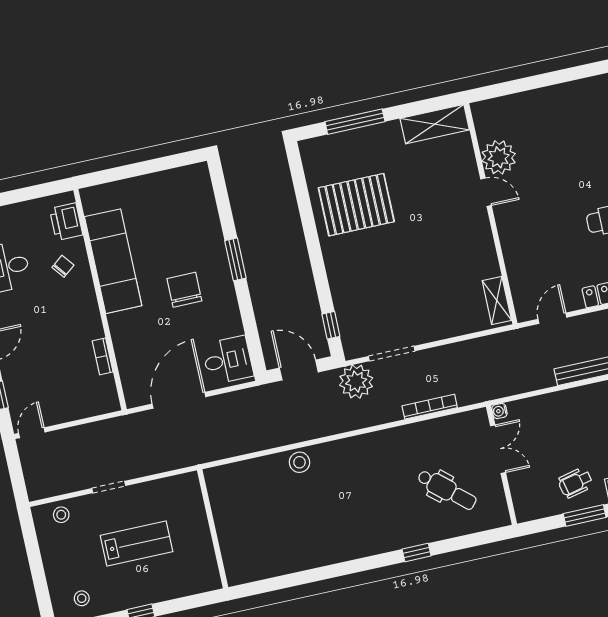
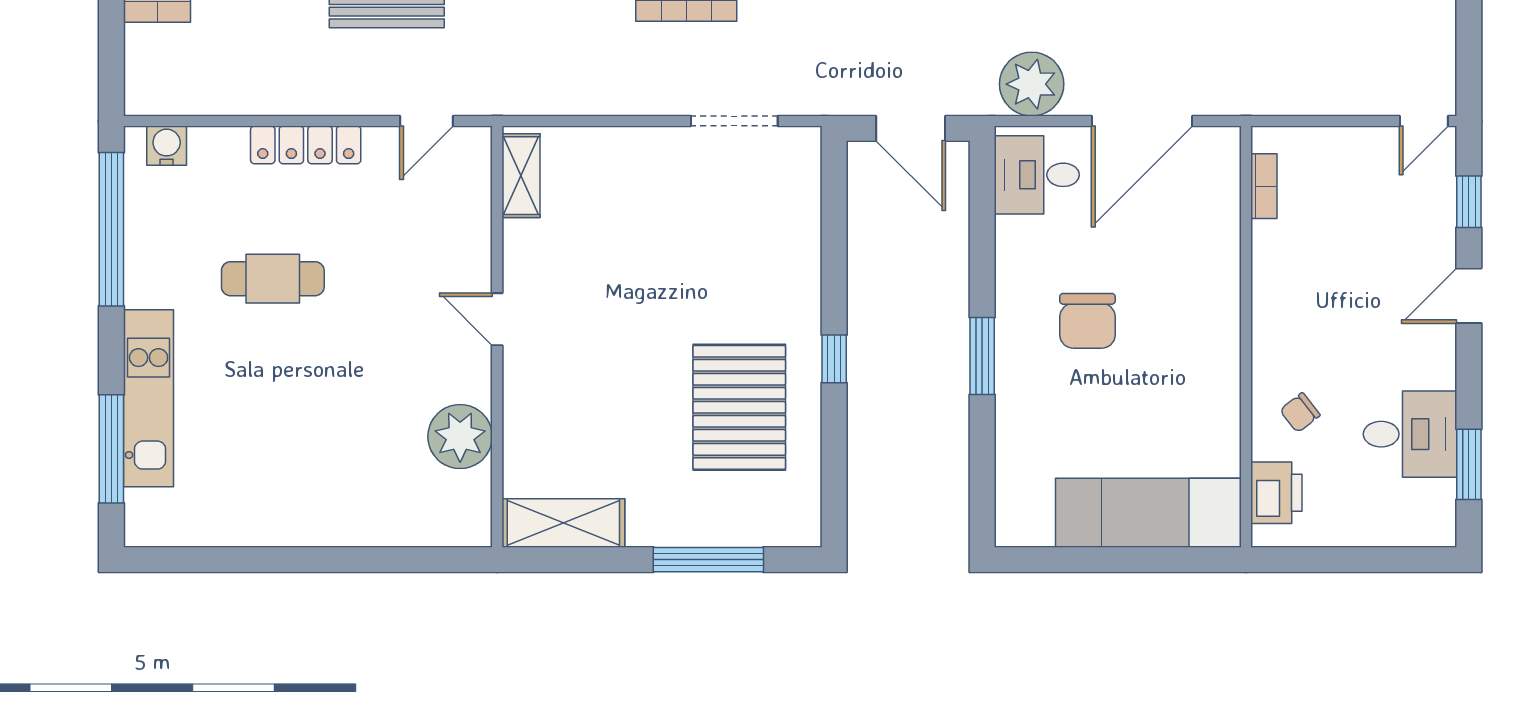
door: (486, 192) -> (497, 319), moved
pallet: (356, 205) -> (739, 407), turned 90
exam couch: (113, 261) -> (1148, 513), moved, turned 90
window: (331, 325) -> (834, 359), moved
bookcase: (103, 356) -> (1264, 186), moved
plant: (356, 382) -> (1032, 84), moved

